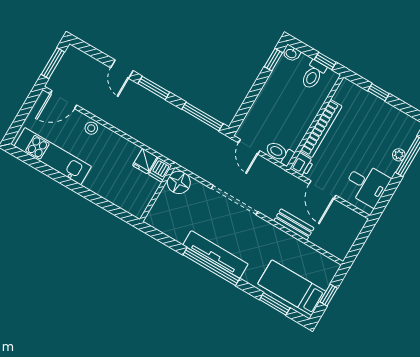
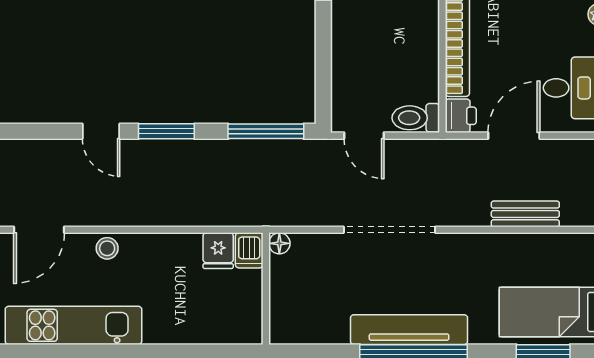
floor lamp: (179, 182) -> (279, 243), width x0.53, depth x0.53
door: (322, 190) -> (514, 136), swing flipped
bench: (294, 224) -> (525, 214), moved

